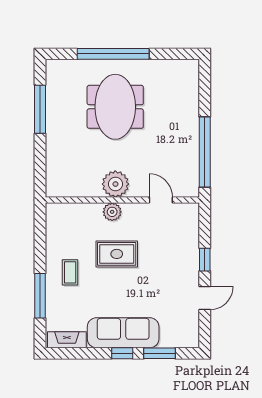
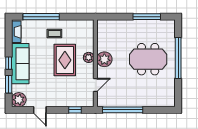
rug: (117, 254) -> (65, 60), width x1.36, depth x1.43
window: (205, 260) -> (75, 110), moved
window: (40, 296) -> (41, 17), width x1.46
plant: (187, 335) -> (19, 100), added

